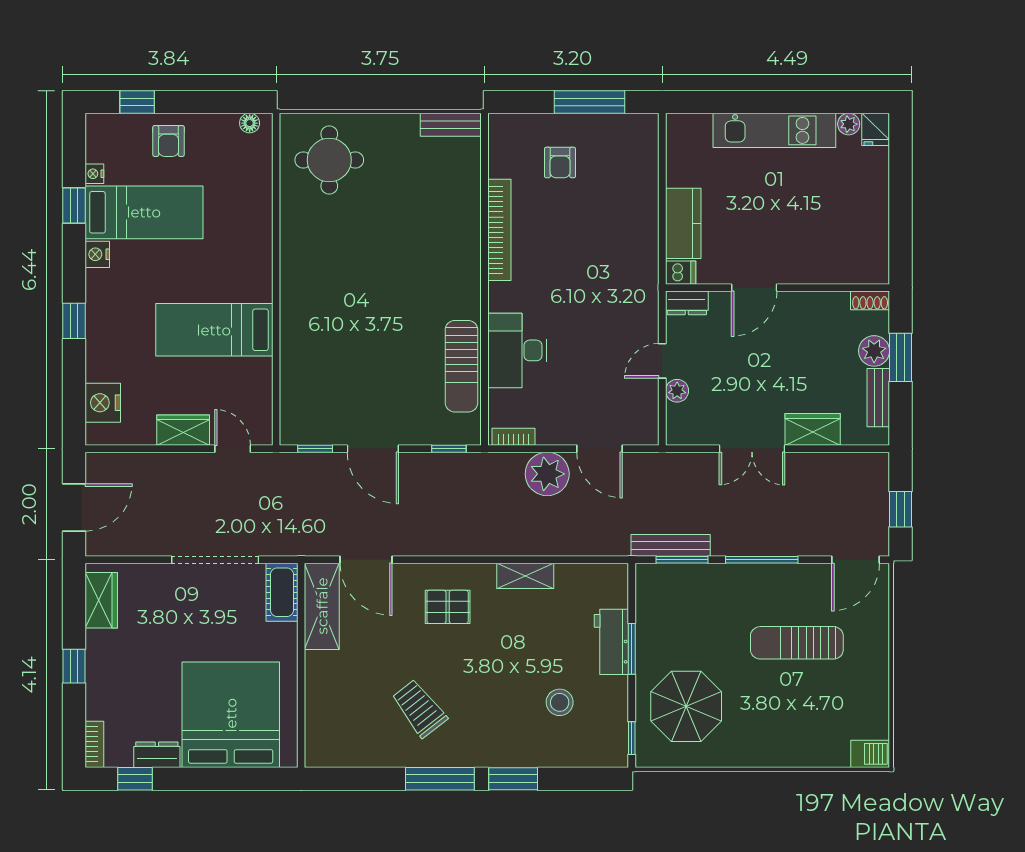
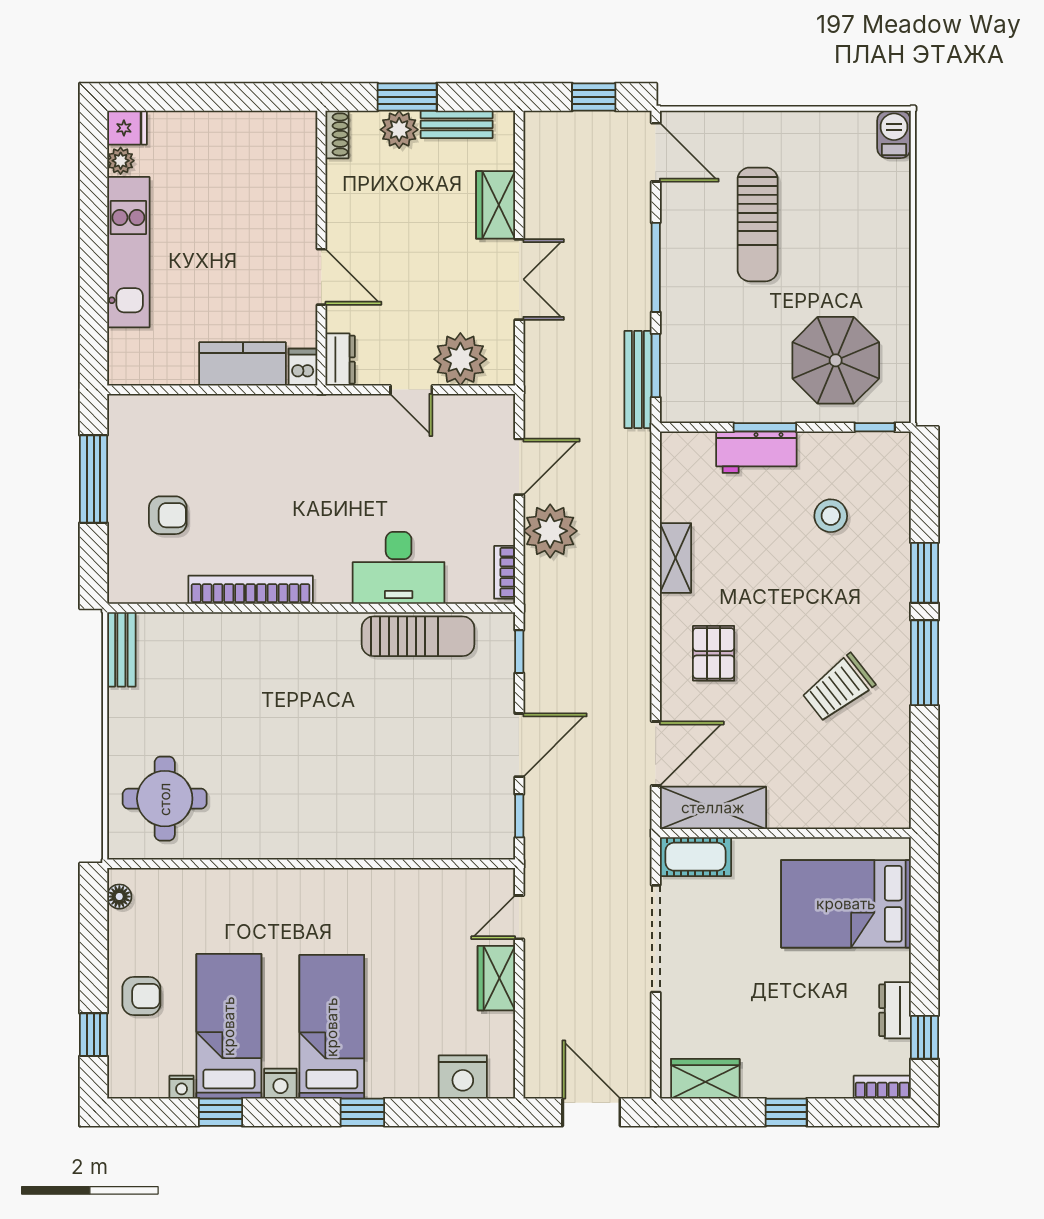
bed: (214, 330) -> (332, 1027), moved, turned 180
plant: (677, 391) -> (460, 359), width x1.87, depth x1.87
bed: (231, 715) -> (846, 904), width x0.73

